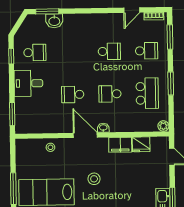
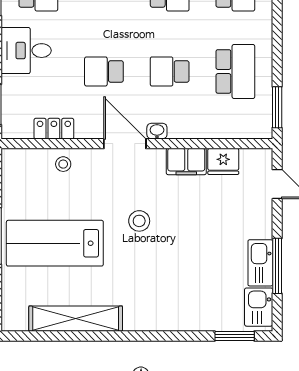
window: (171, 83) -> (277, 107), moved
plant: (163, 126) -> (263, 130), removed
locker: (45, 127) -> (54, 129), added

